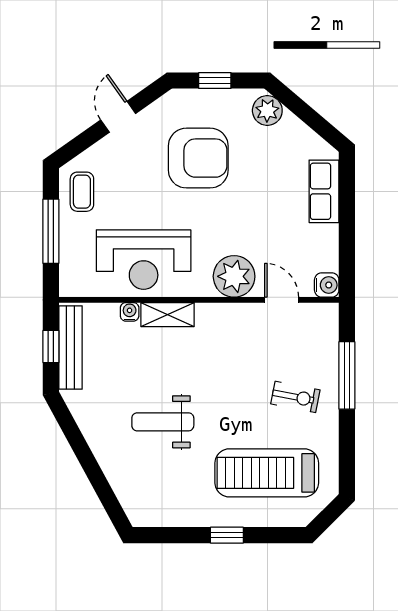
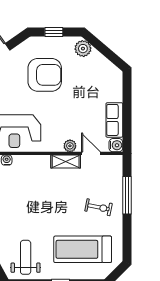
row of seats: (324, 191) -> (114, 120), moved
plant: (234, 276) -> (70, 146), width x0.53, depth x0.53
shelving: (168, 315) -> (66, 162), moved
weight bench: (163, 422) -> (26, 257), moved, turned 90

